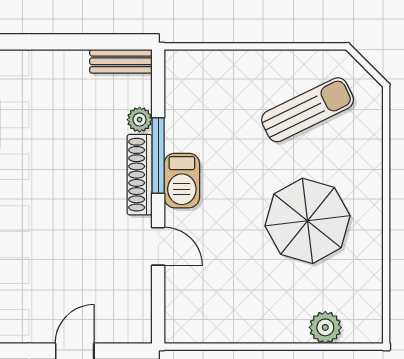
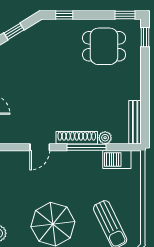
bench: (121, 61) -> (135, 122), width x1.36
barbecue: (182, 181) -> (117, 159), moved

